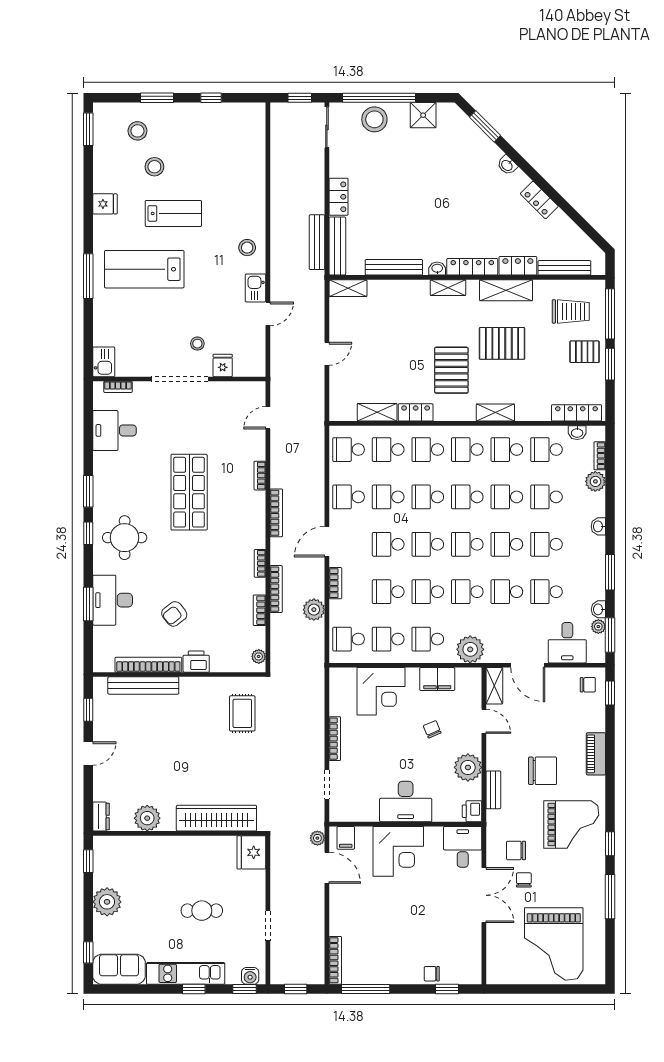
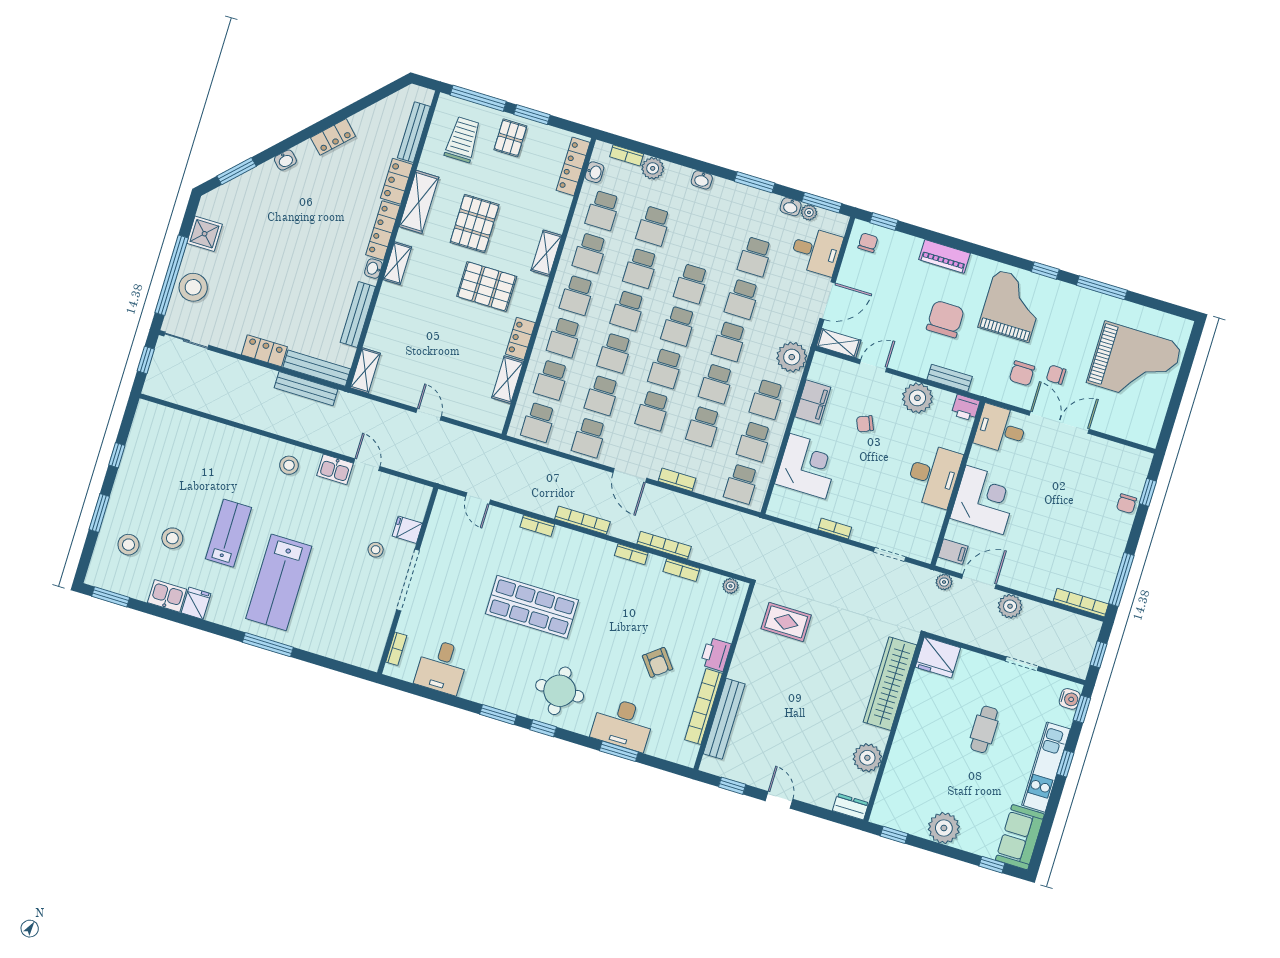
kitchen sink: (104, 362) -> (167, 596), moved
school desk: (546, 544) -> (704, 241), removed
plant: (314, 610) -> (1010, 606), moved
bookcase: (335, 739) -> (835, 528), width x0.64

